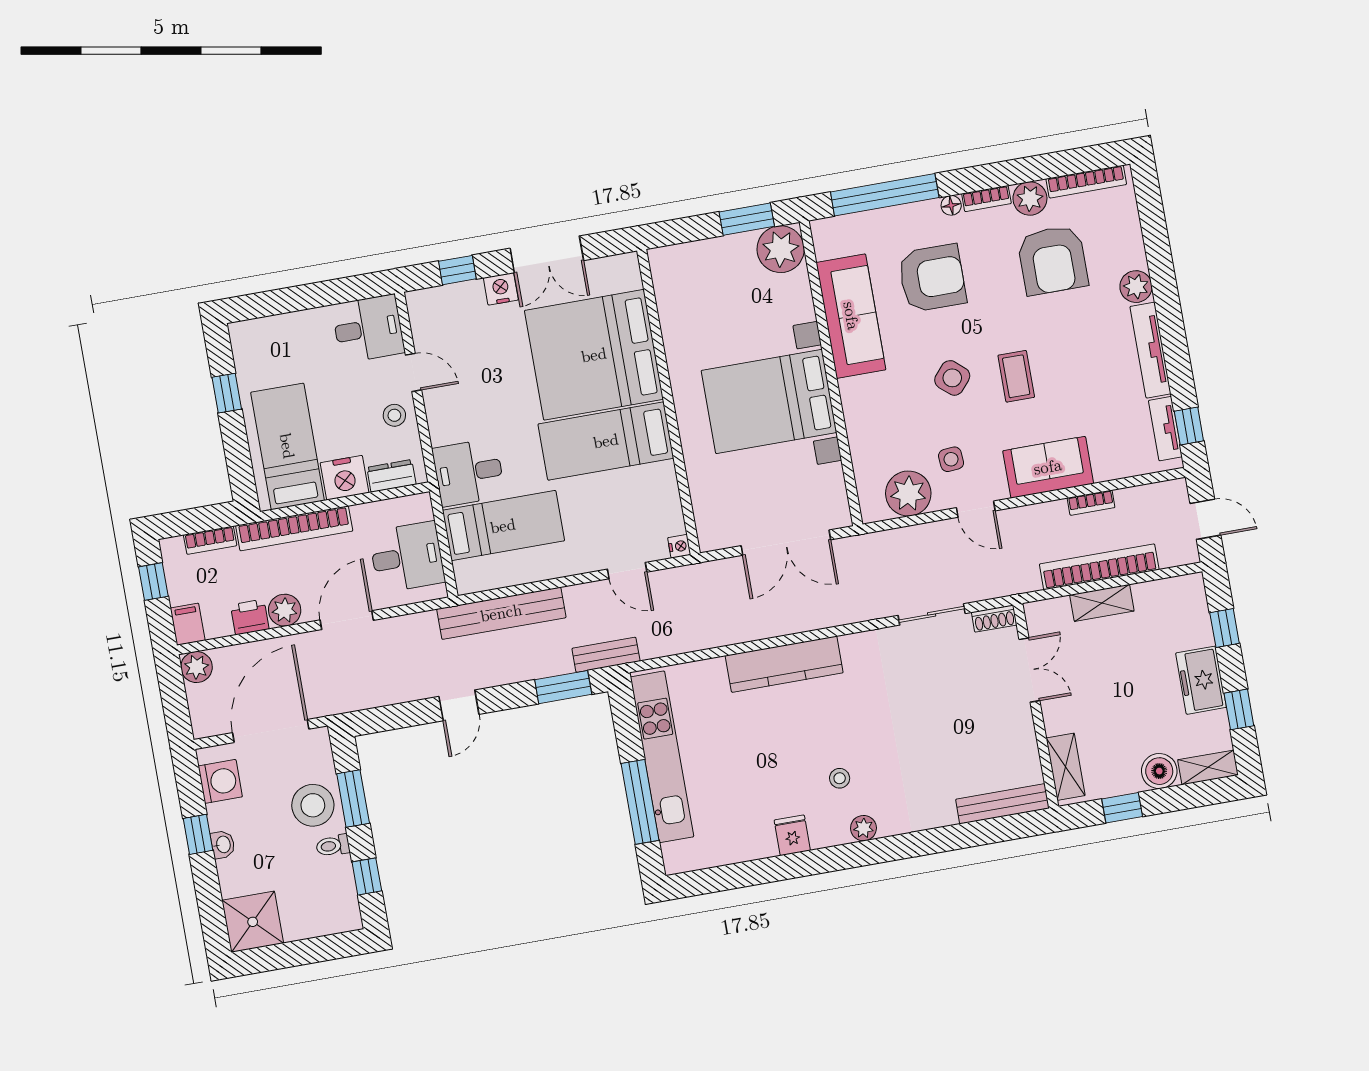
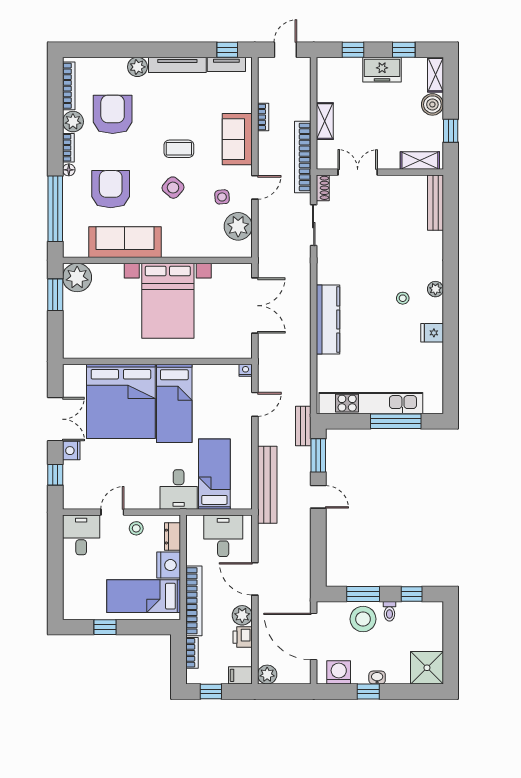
armchair: (1053, 260) -> (113, 114), turned -90
bookcase: (1099, 567) -> (303, 157), moved
door: (459, 705) -> (318, 497), moved

